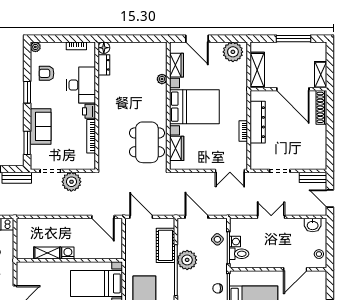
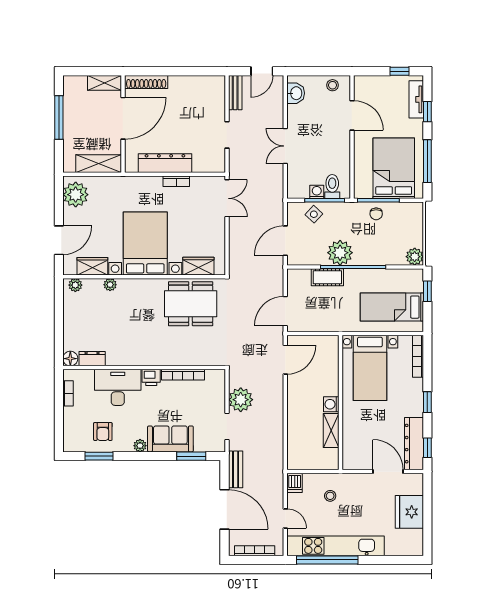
plant: (35, 47) -> (140, 446), moved
plant: (162, 52) -> (75, 285), added
window: (27, 92) -> (99, 456), moved
cot: (165, 245) -> (327, 277), width x0.73, depth x0.75

